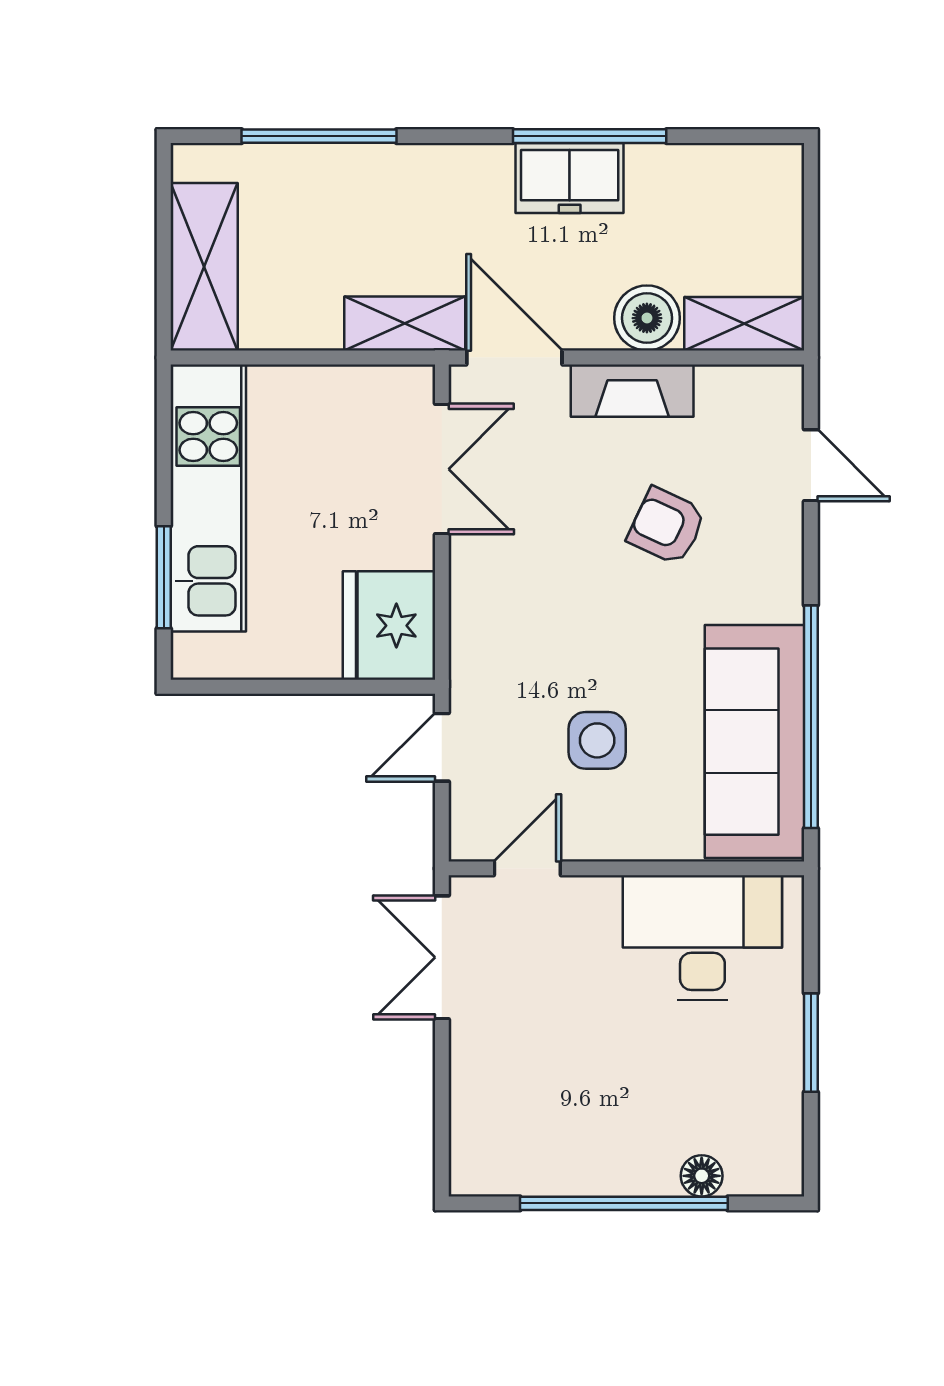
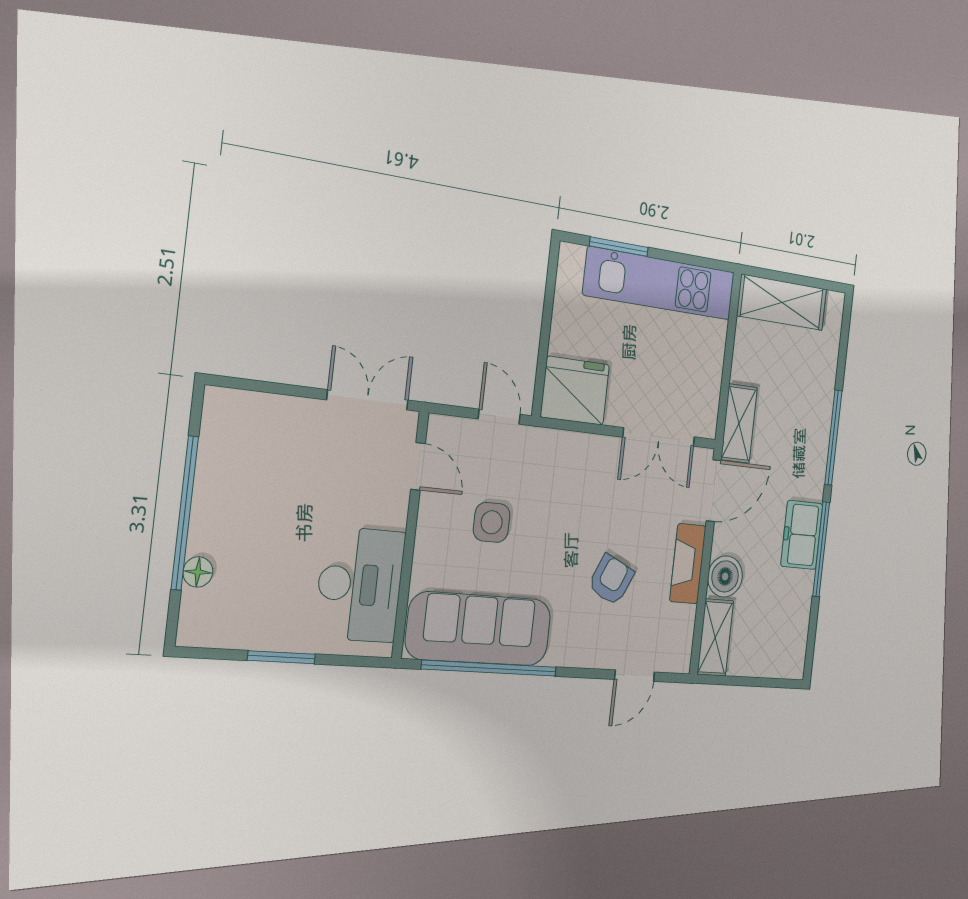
window: (319, 136) -> (833, 438), moved

